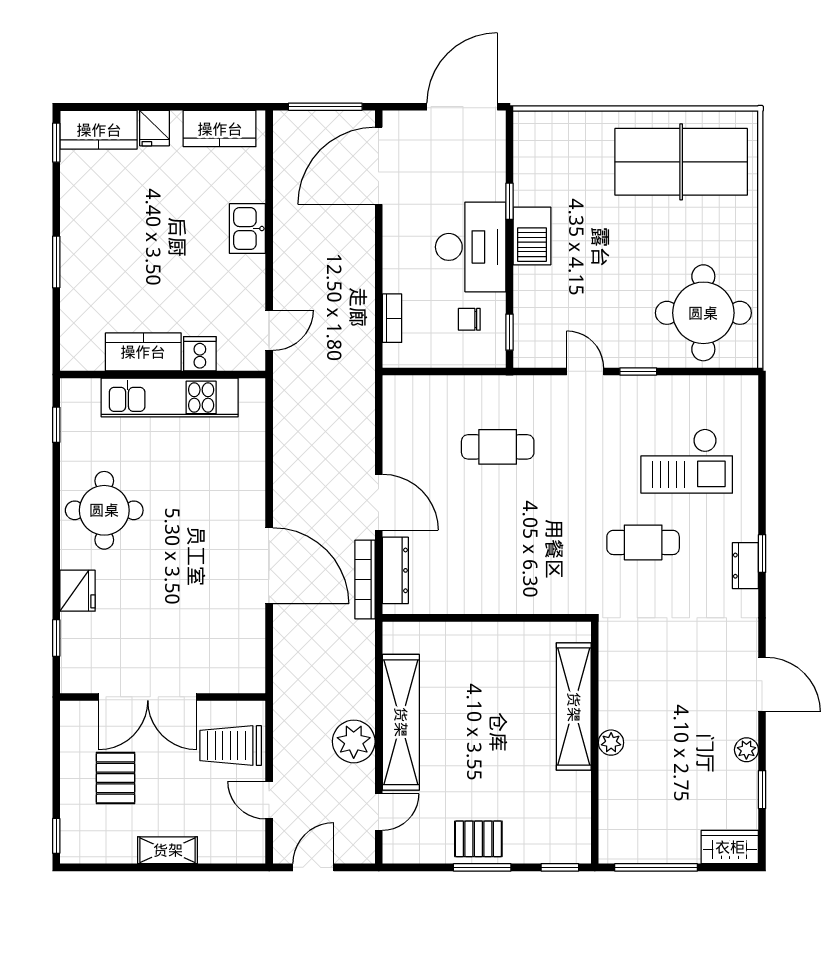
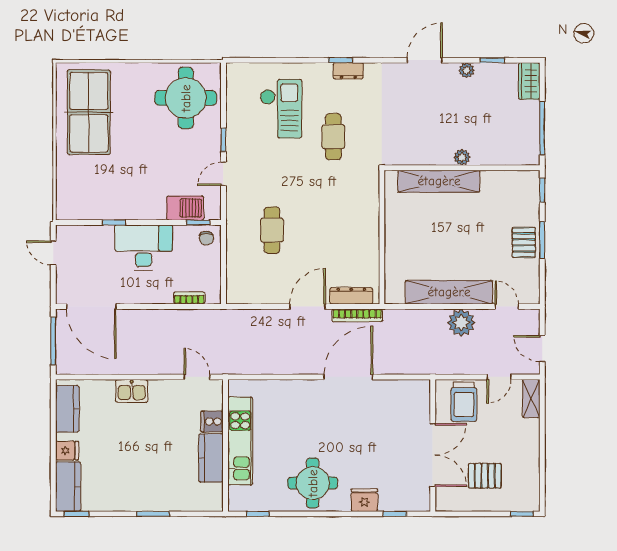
door: (462, 107) -> (53, 253), width x0.53
barbecue: (532, 236) -> (185, 208), moved
chair: (469, 319) -> (206, 238), moved
shelving: (168, 850) -> (531, 399), moved

